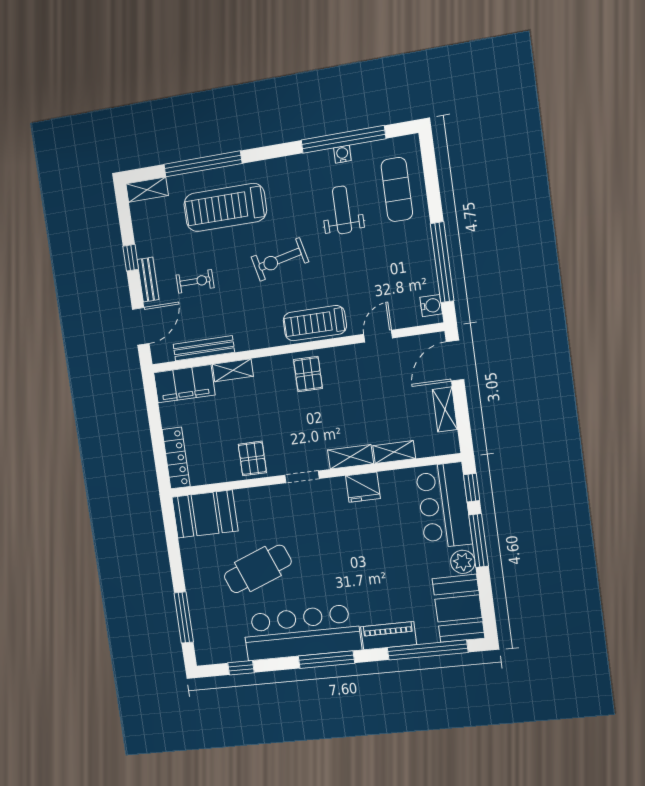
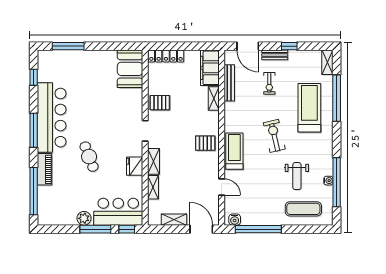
weight bench: (342, 210) -> (297, 176), turned 90
cafe table: (258, 569) -> (89, 157), moved, width x0.73, depth x0.74
booth: (459, 608) -> (57, 212), removed

